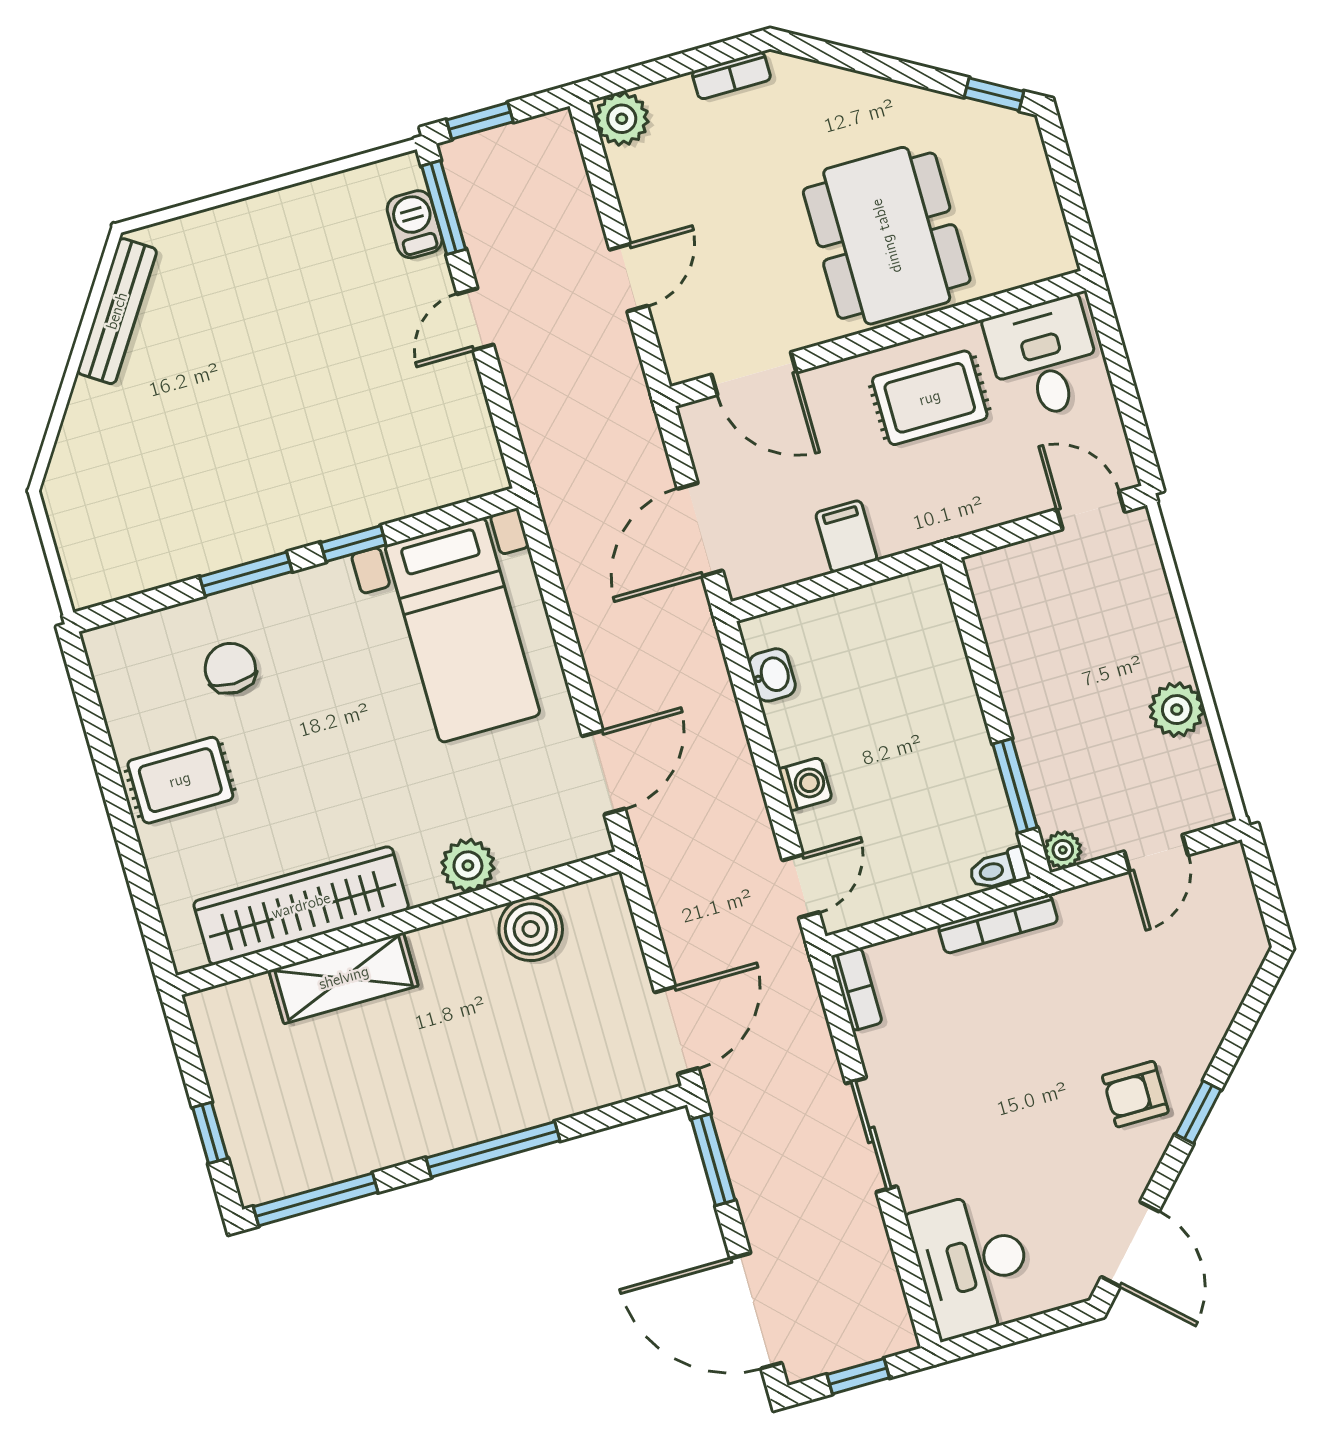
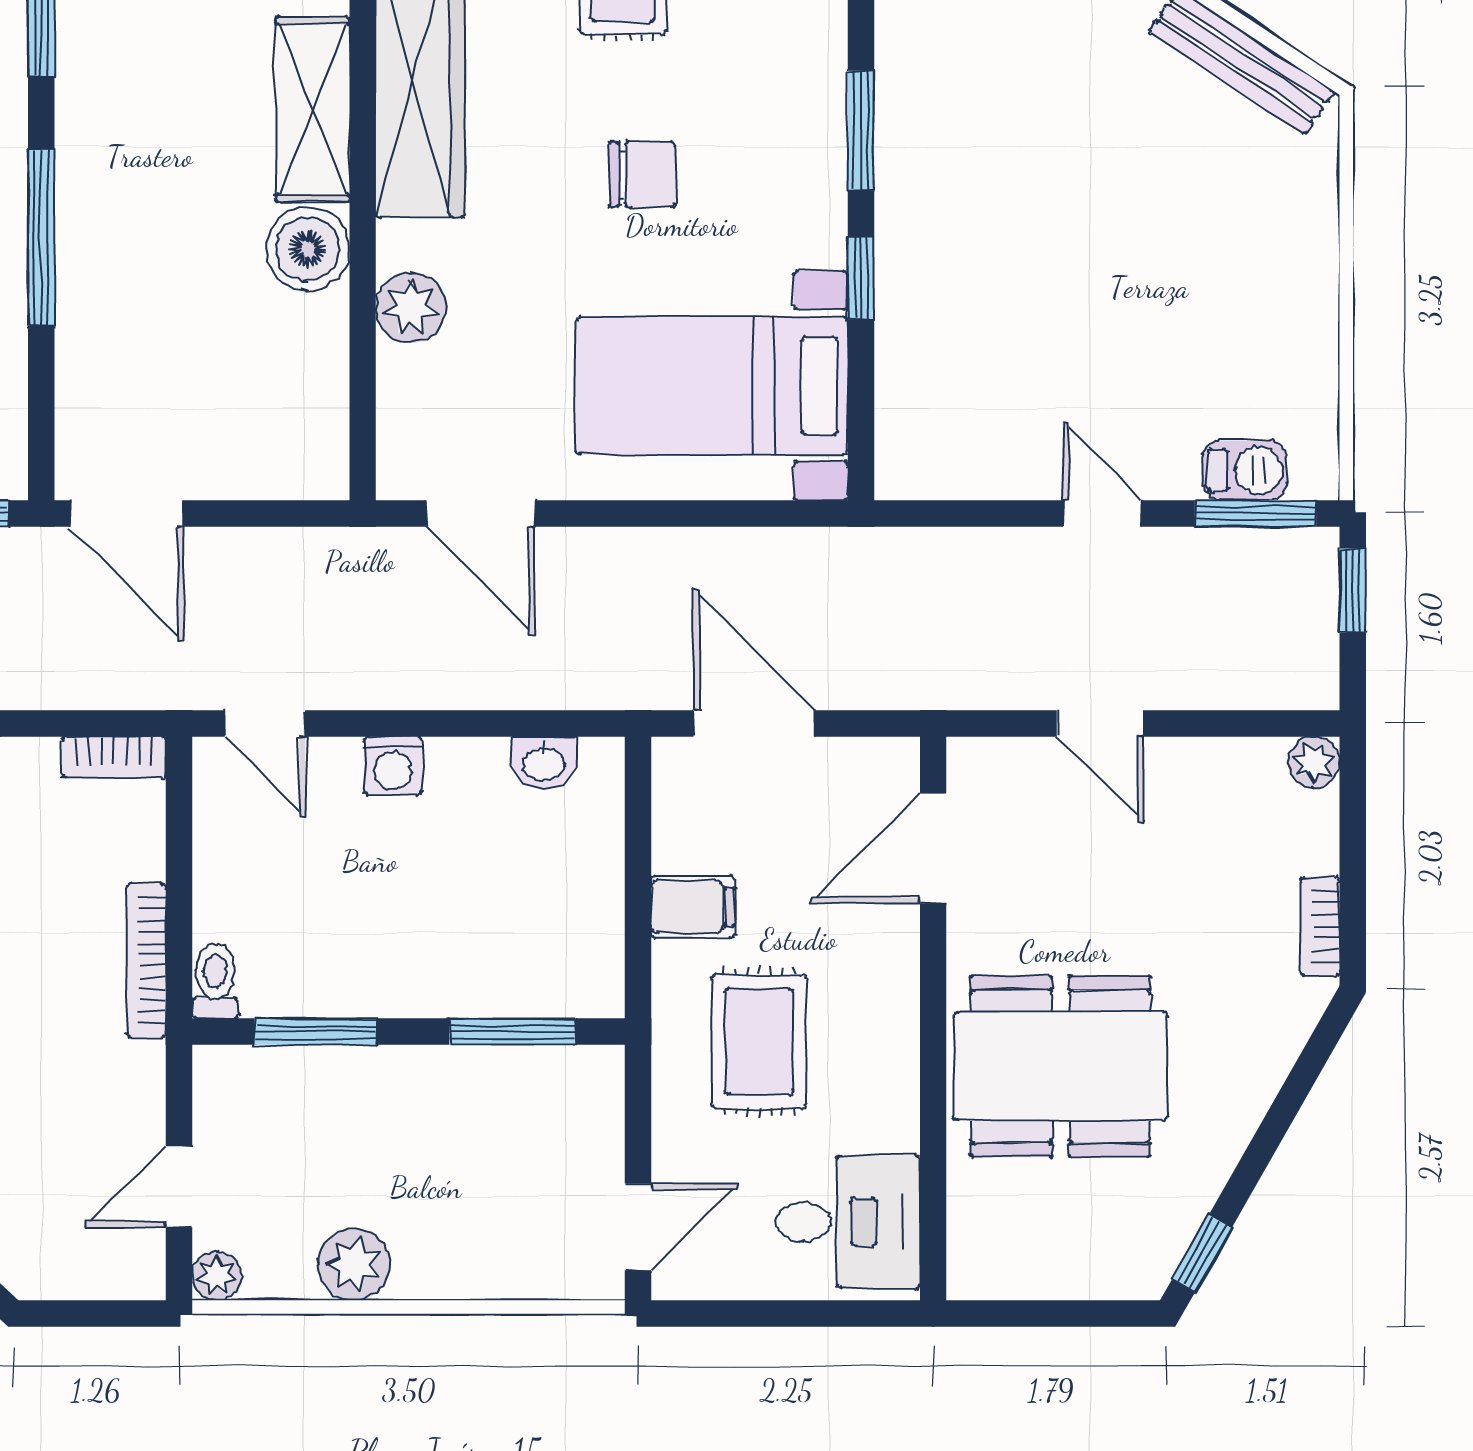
plant: (622, 119) -> (1314, 762), width x0.73, depth x0.73
rug: (930, 398) -> (759, 1041), moved
window: (974, 642) -> (512, 1032), added
chair: (230, 668) -> (642, 174), moved
plant: (1063, 850) -> (217, 1276), moved
door: (1156, 853) -> (179, 1187), hinge flipped
boiler: (531, 929) -> (308, 249), moved

